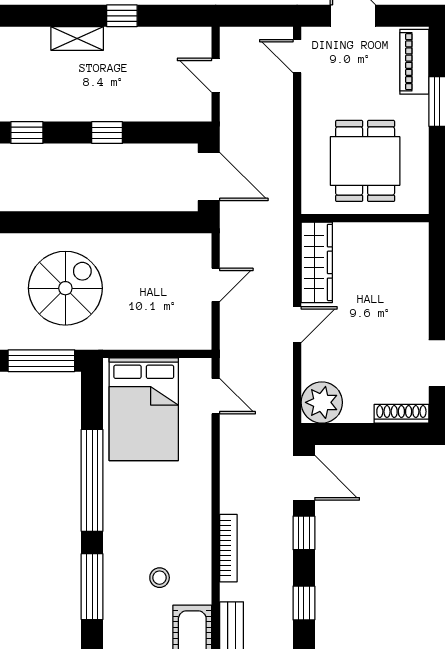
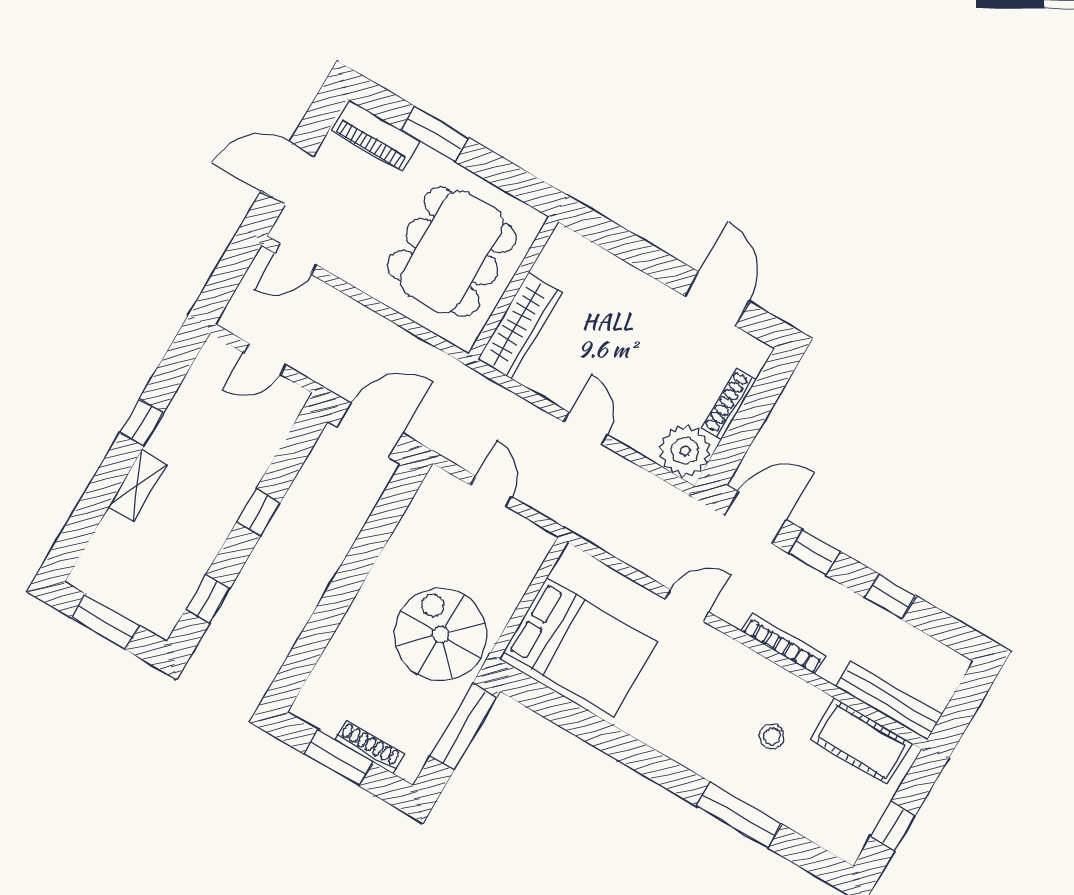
dining table: (365, 161) -> (452, 252), width x1.38
wardrobe: (317, 262) -> (520, 326), moved, turned 90
spiral stairs: (65, 288) -> (441, 634), moved
door: (216, 396) -> (687, 606), moved
shoe rack: (401, 414) -> (729, 404), moved
window: (92, 480) -> (624, 748), removed

